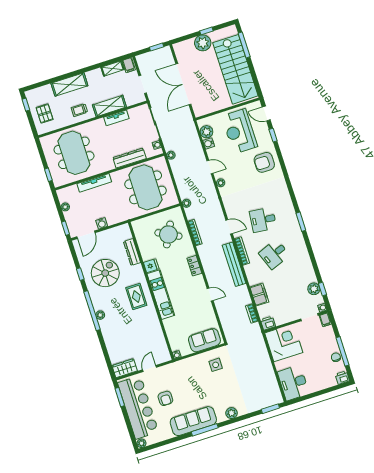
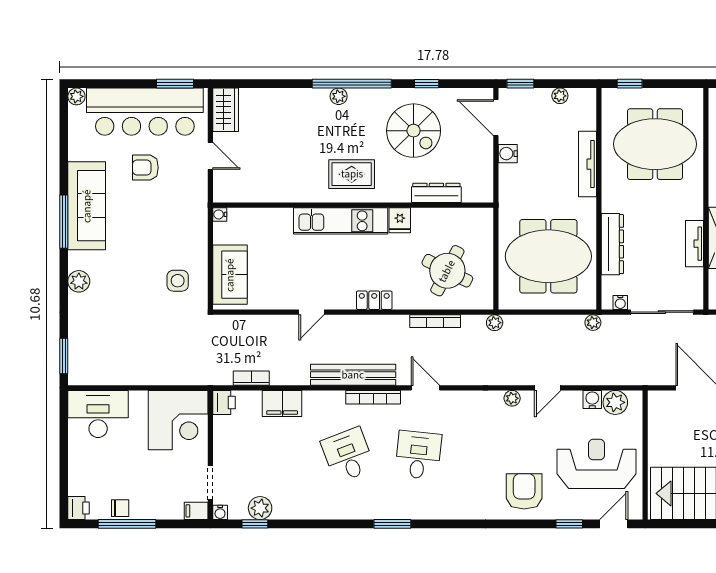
door: (229, 227) -> (425, 388), swing flipped

